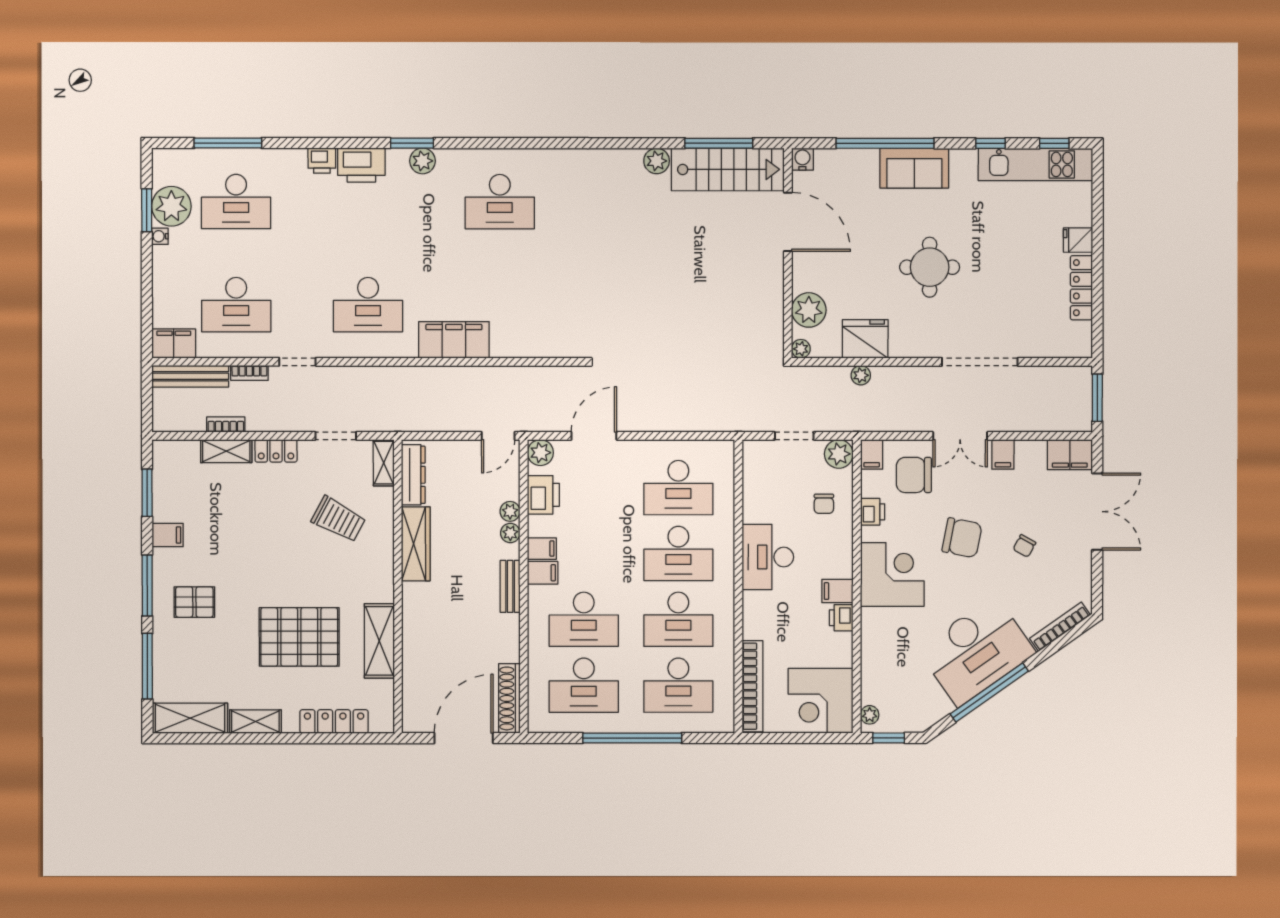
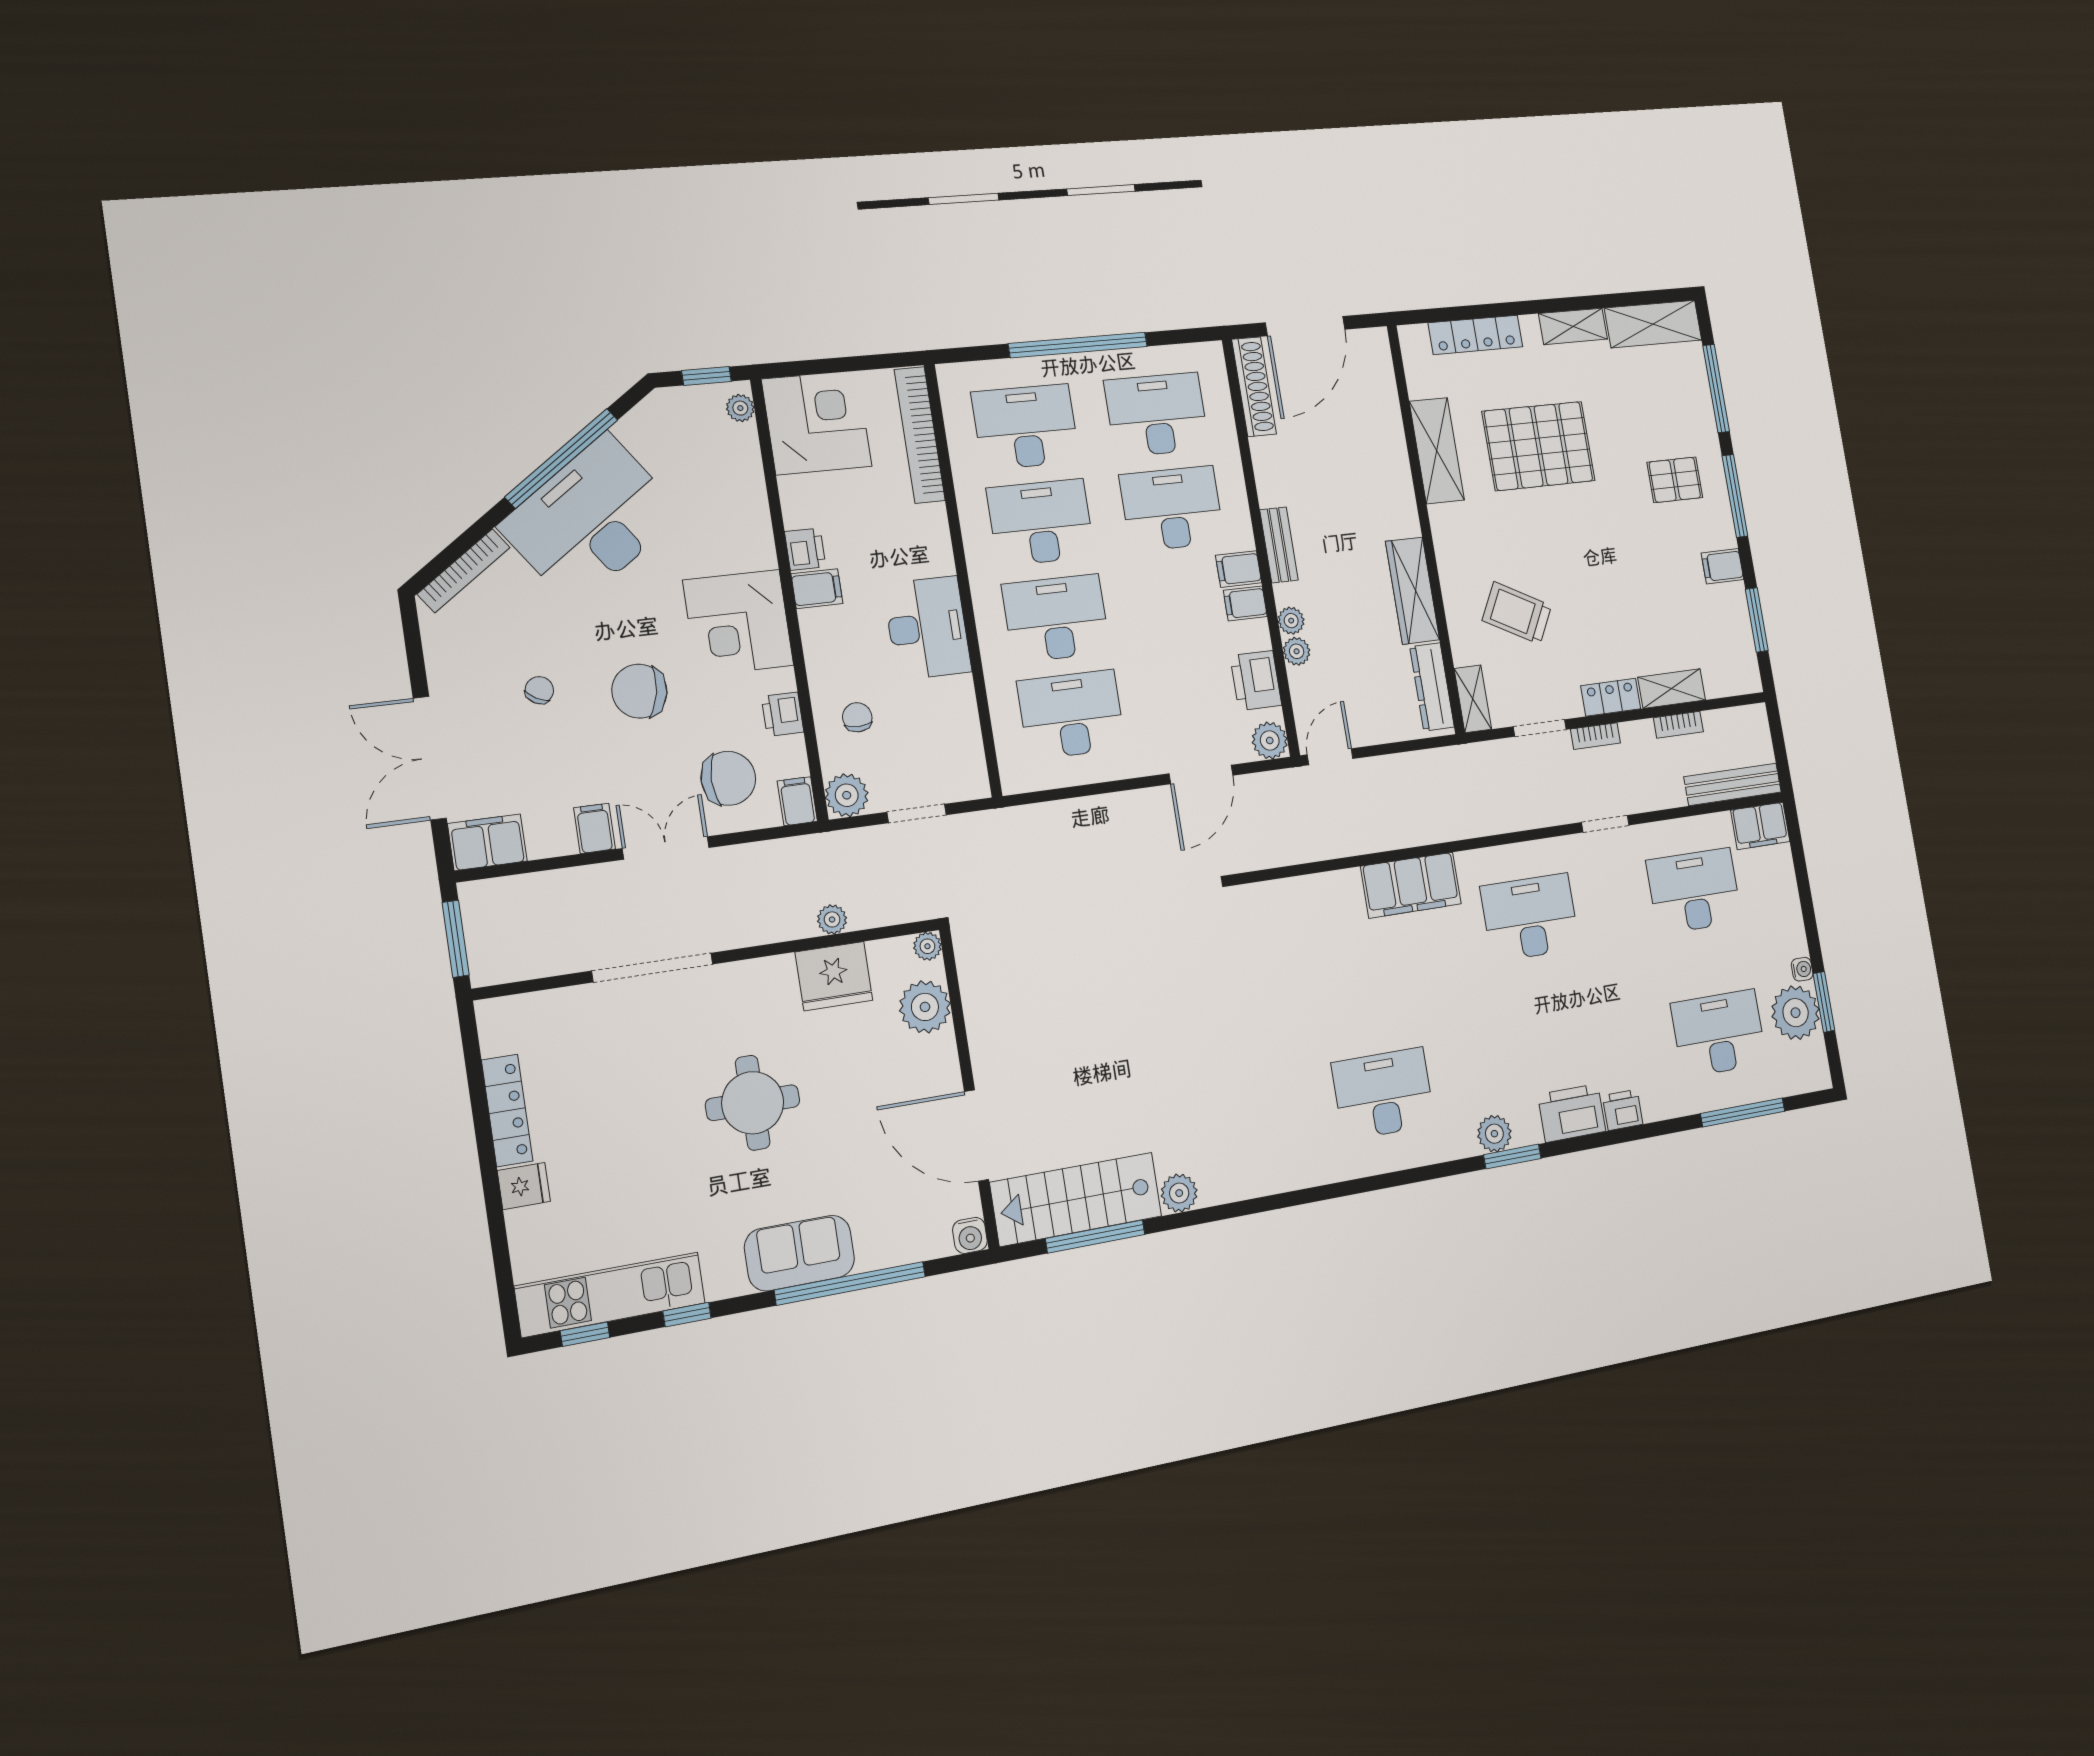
bookcase: (249, 373) -> (1595, 736), moved, turned 180

